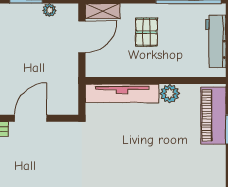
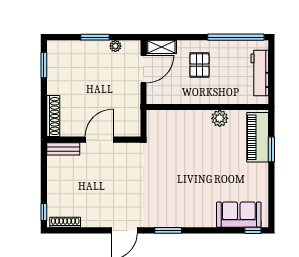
tv unit: (122, 93) -> (178, 118), removed

